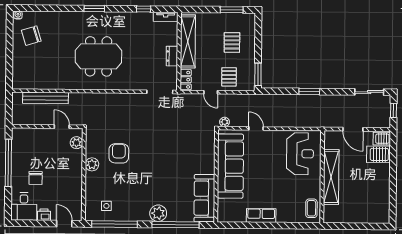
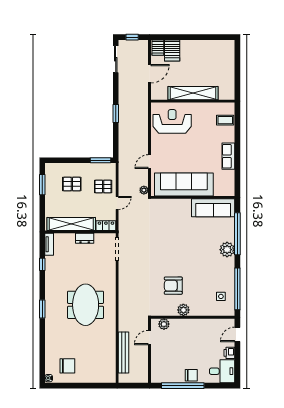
chair: (31, 36) -> (67, 366), turned -73
chair: (36, 178) -> (191, 375), moved
coffee table: (311, 208) -> (225, 120), moved

